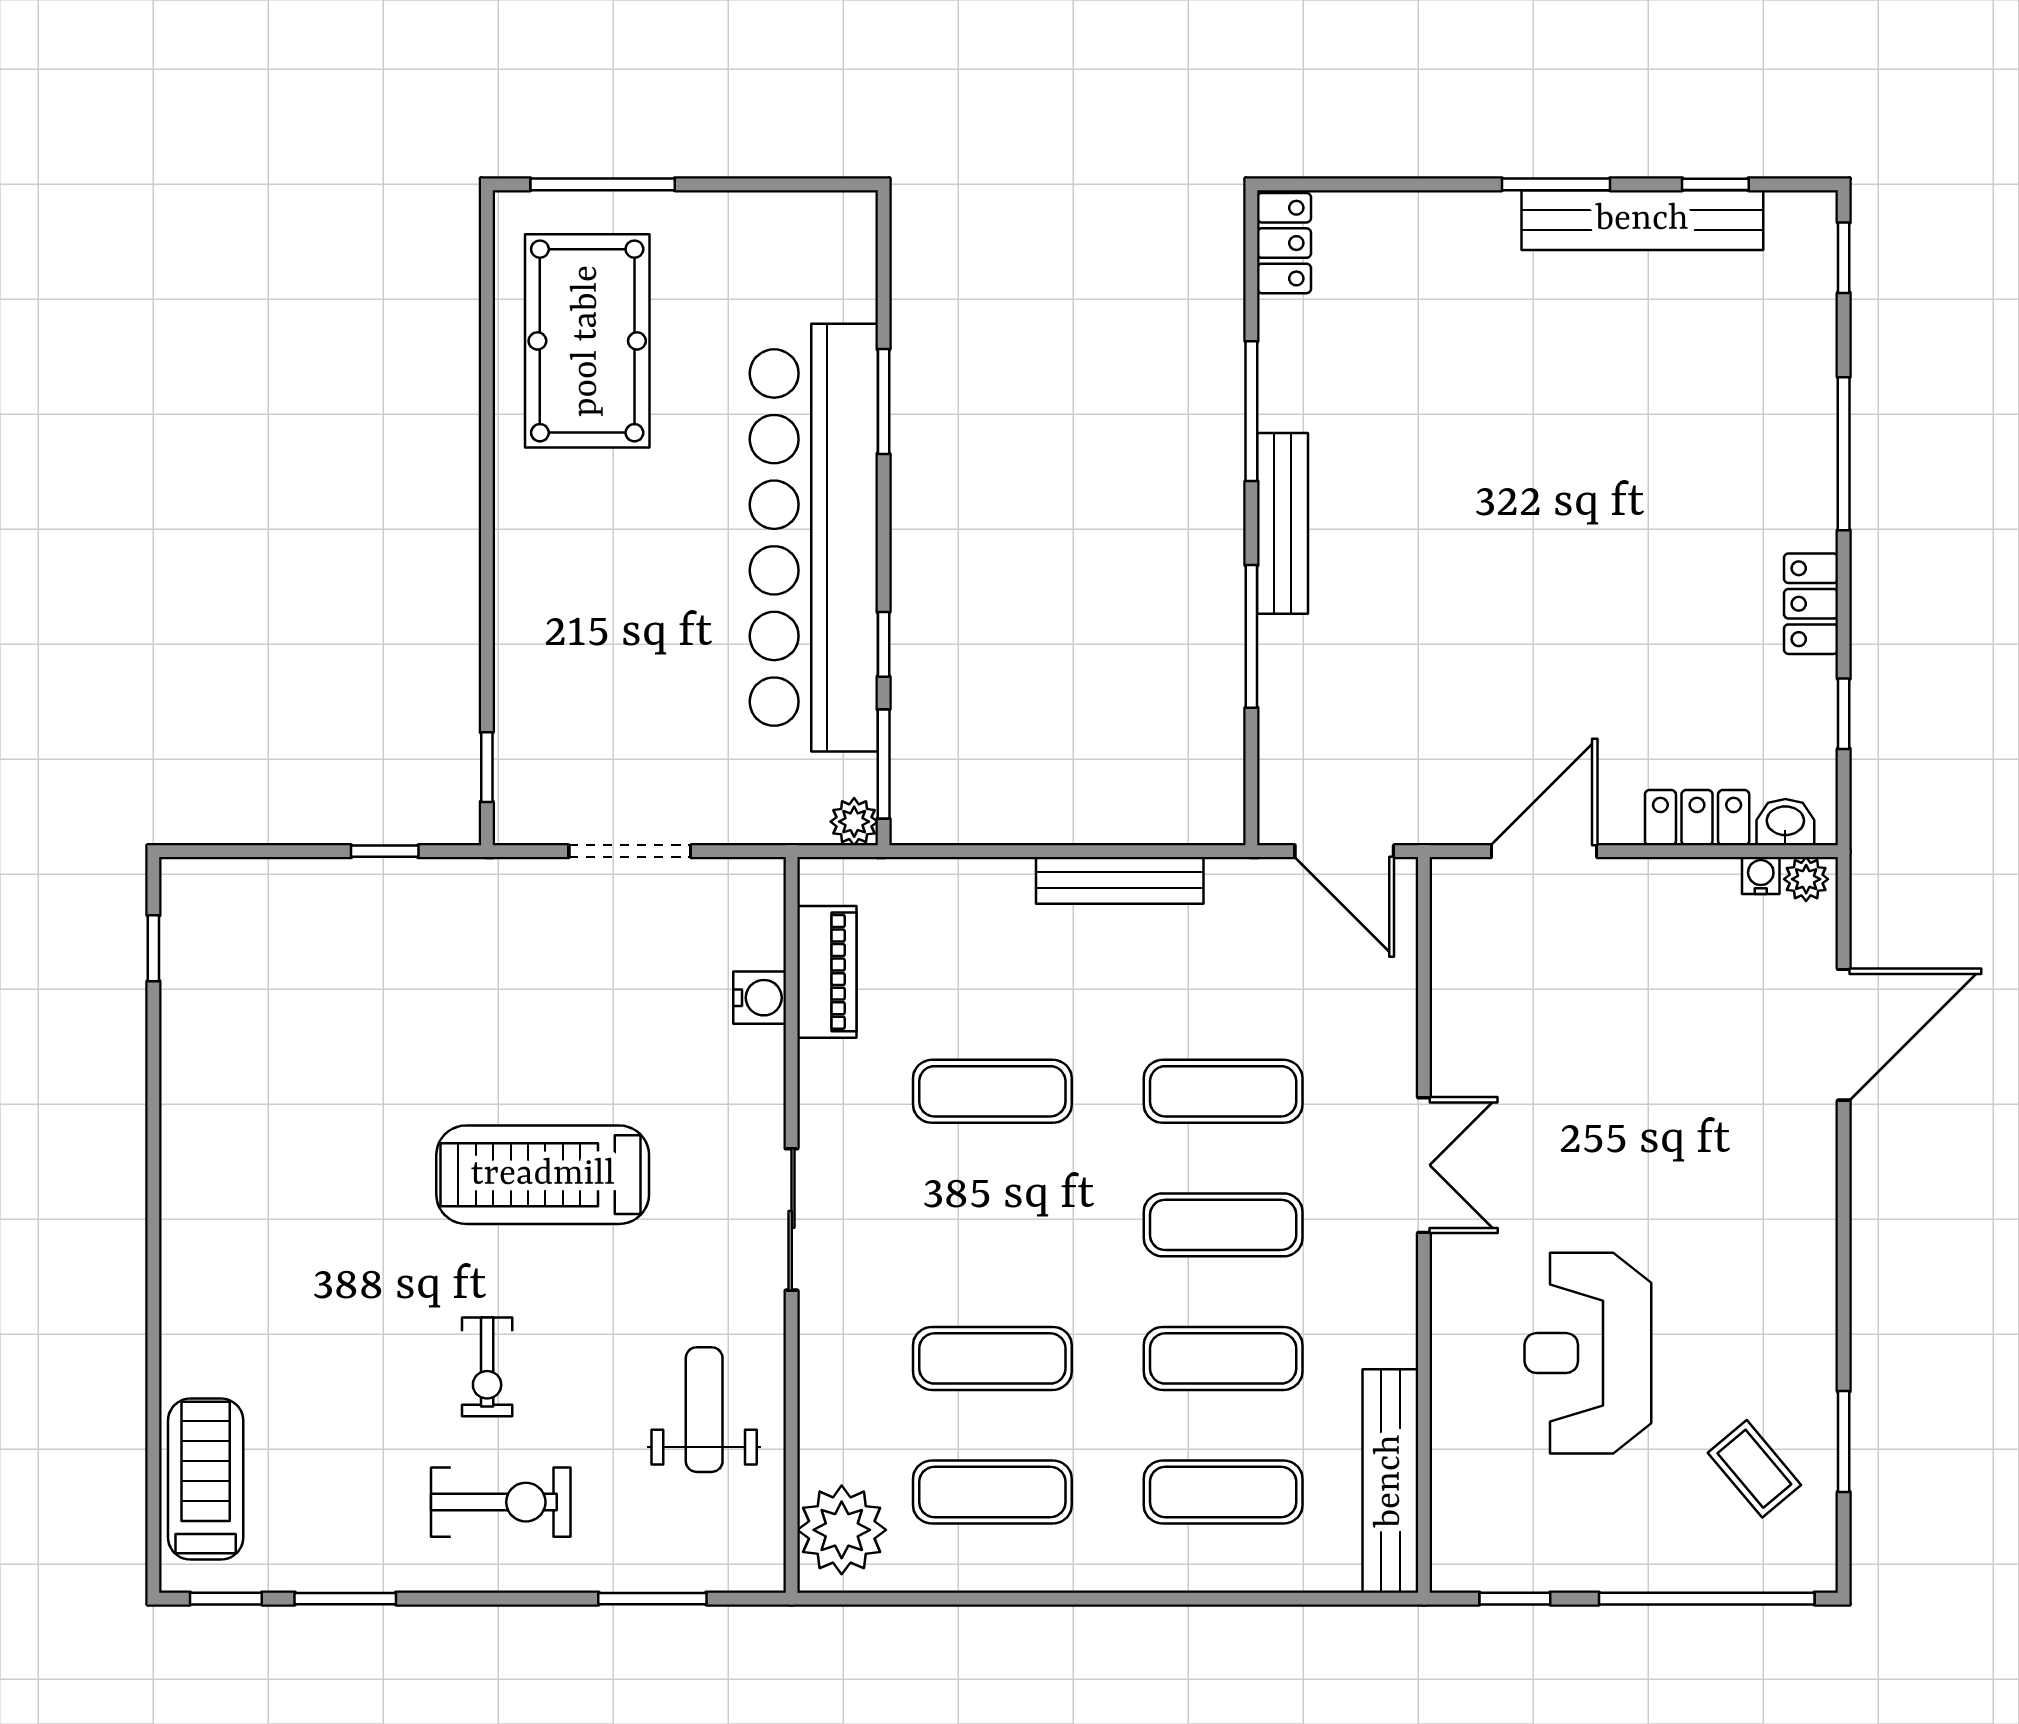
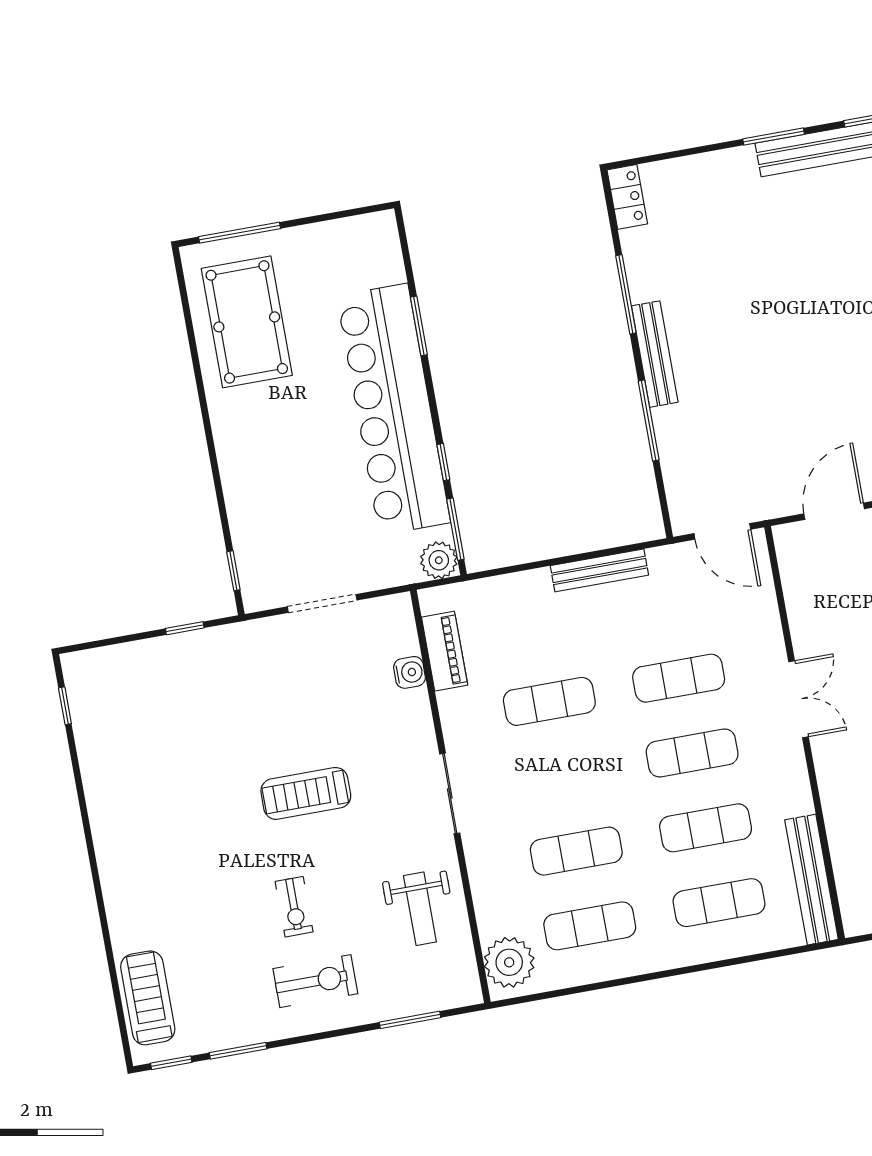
plant: (854, 822) -> (439, 560), width x1.38, depth x1.38
treadmill: (543, 1175) -> (306, 793), width x0.73, depth x0.73
weight bench: (704, 1410) -> (420, 909), turned 180

